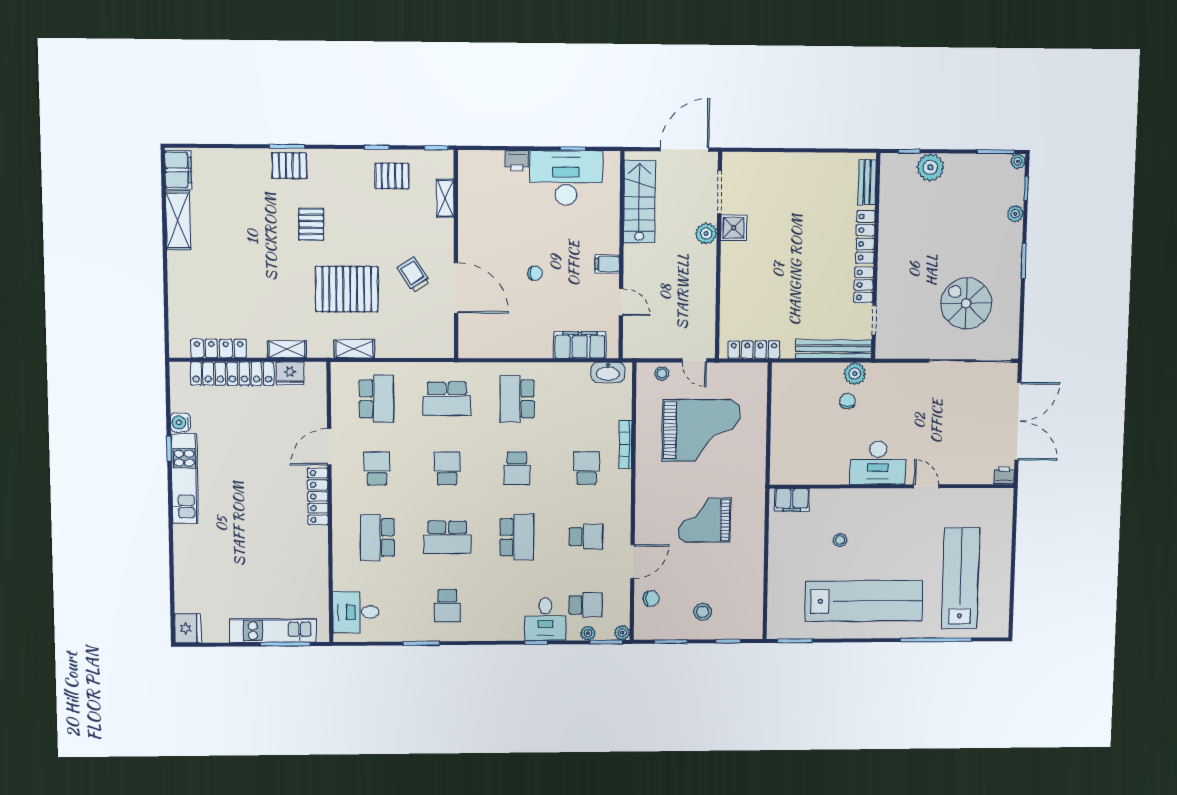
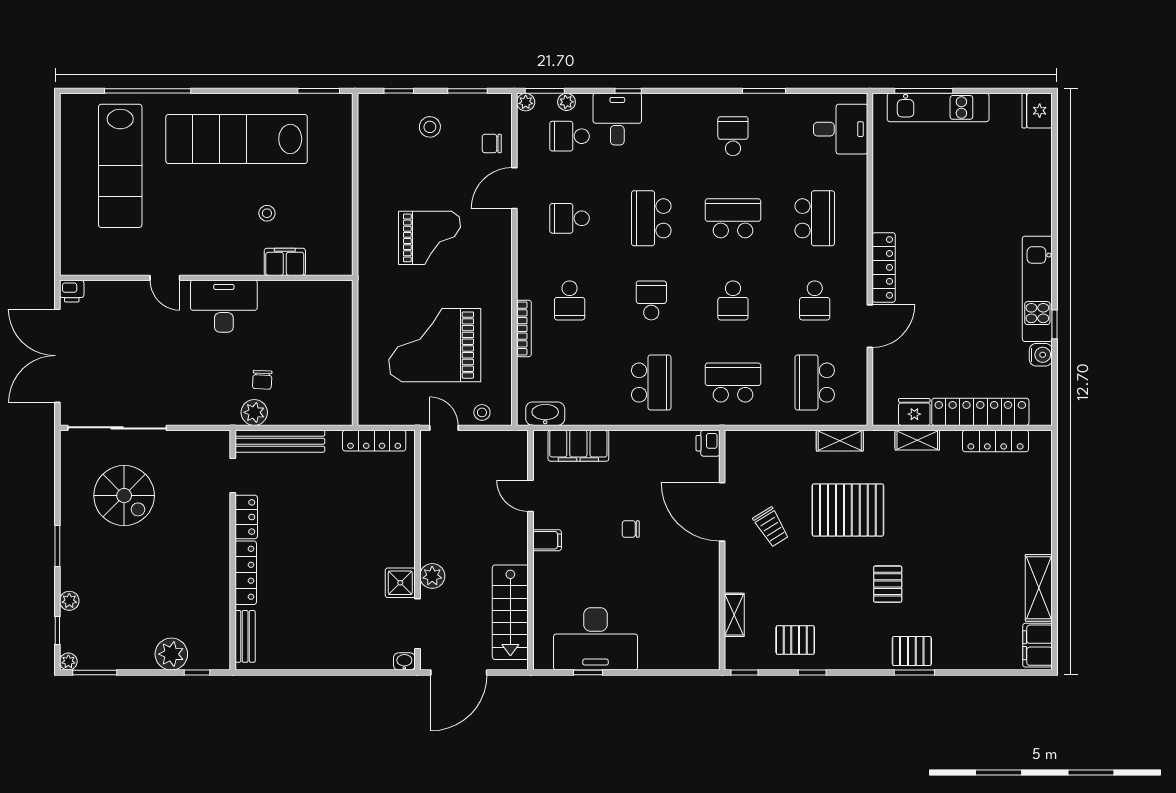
washbasin: (731, 159) -> (404, 661), added
printer: (517, 161) -> (708, 443), moved, turned -90
filing cabinet: (792, 500) -> (285, 262), moved

